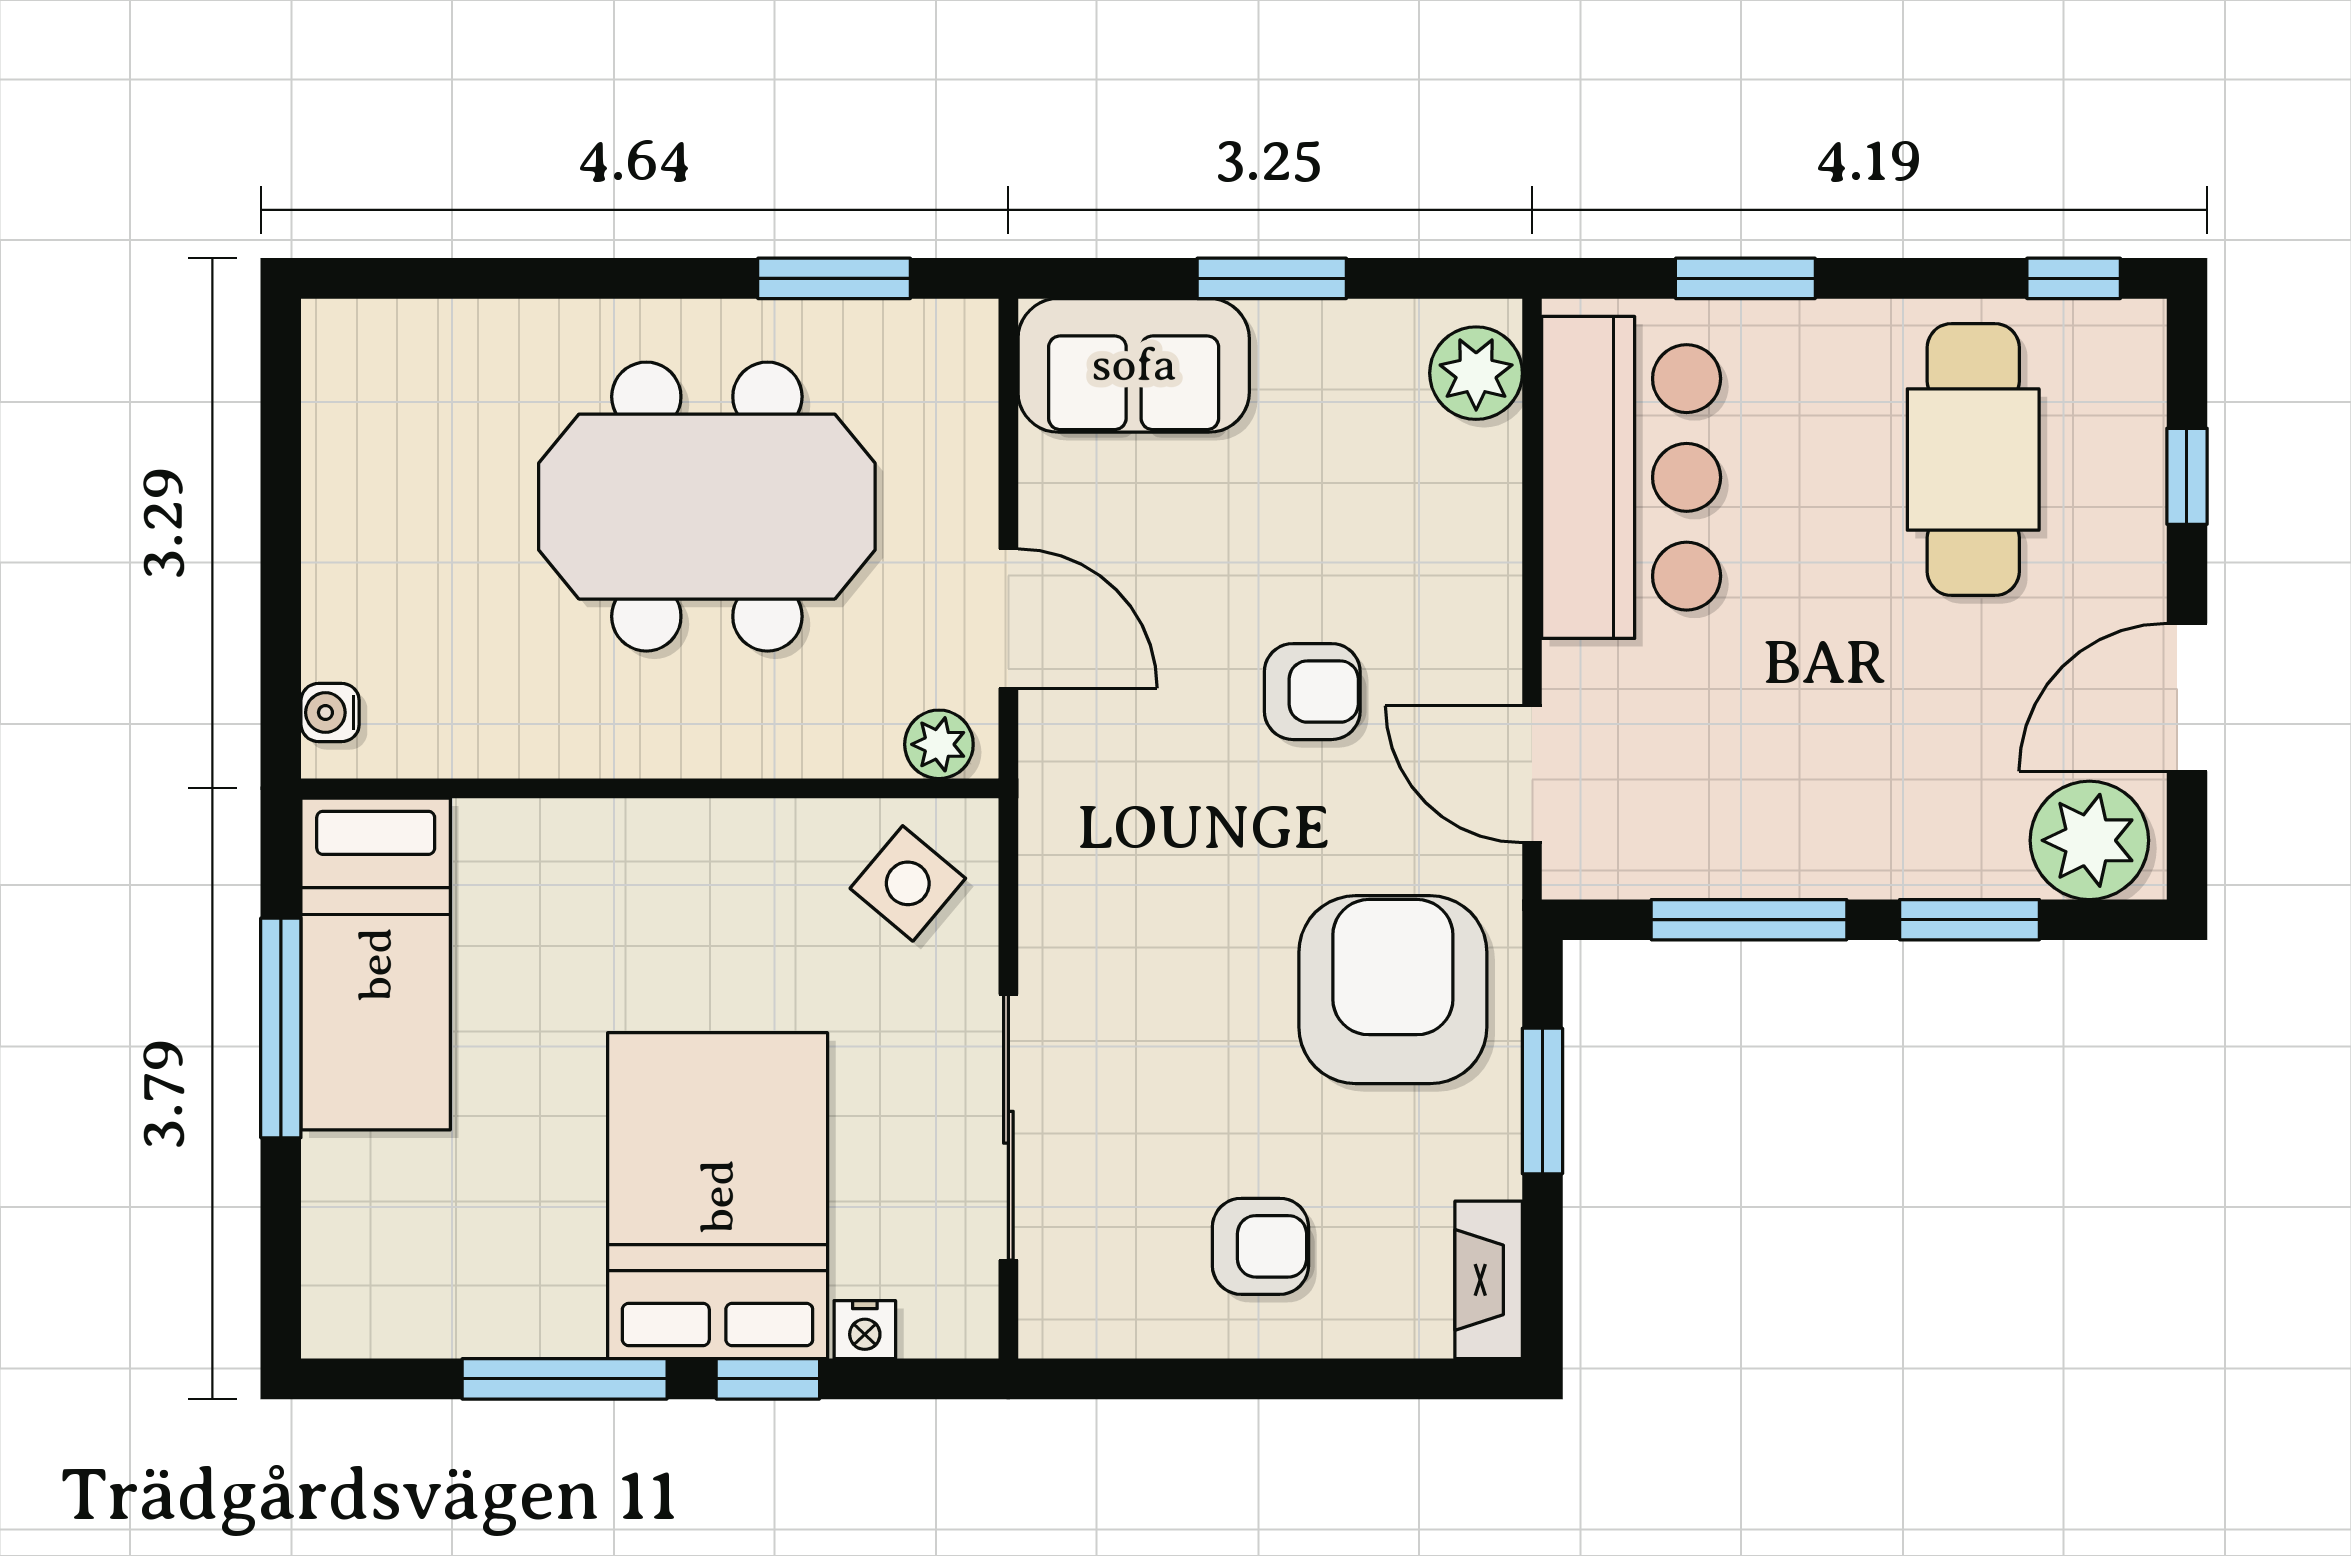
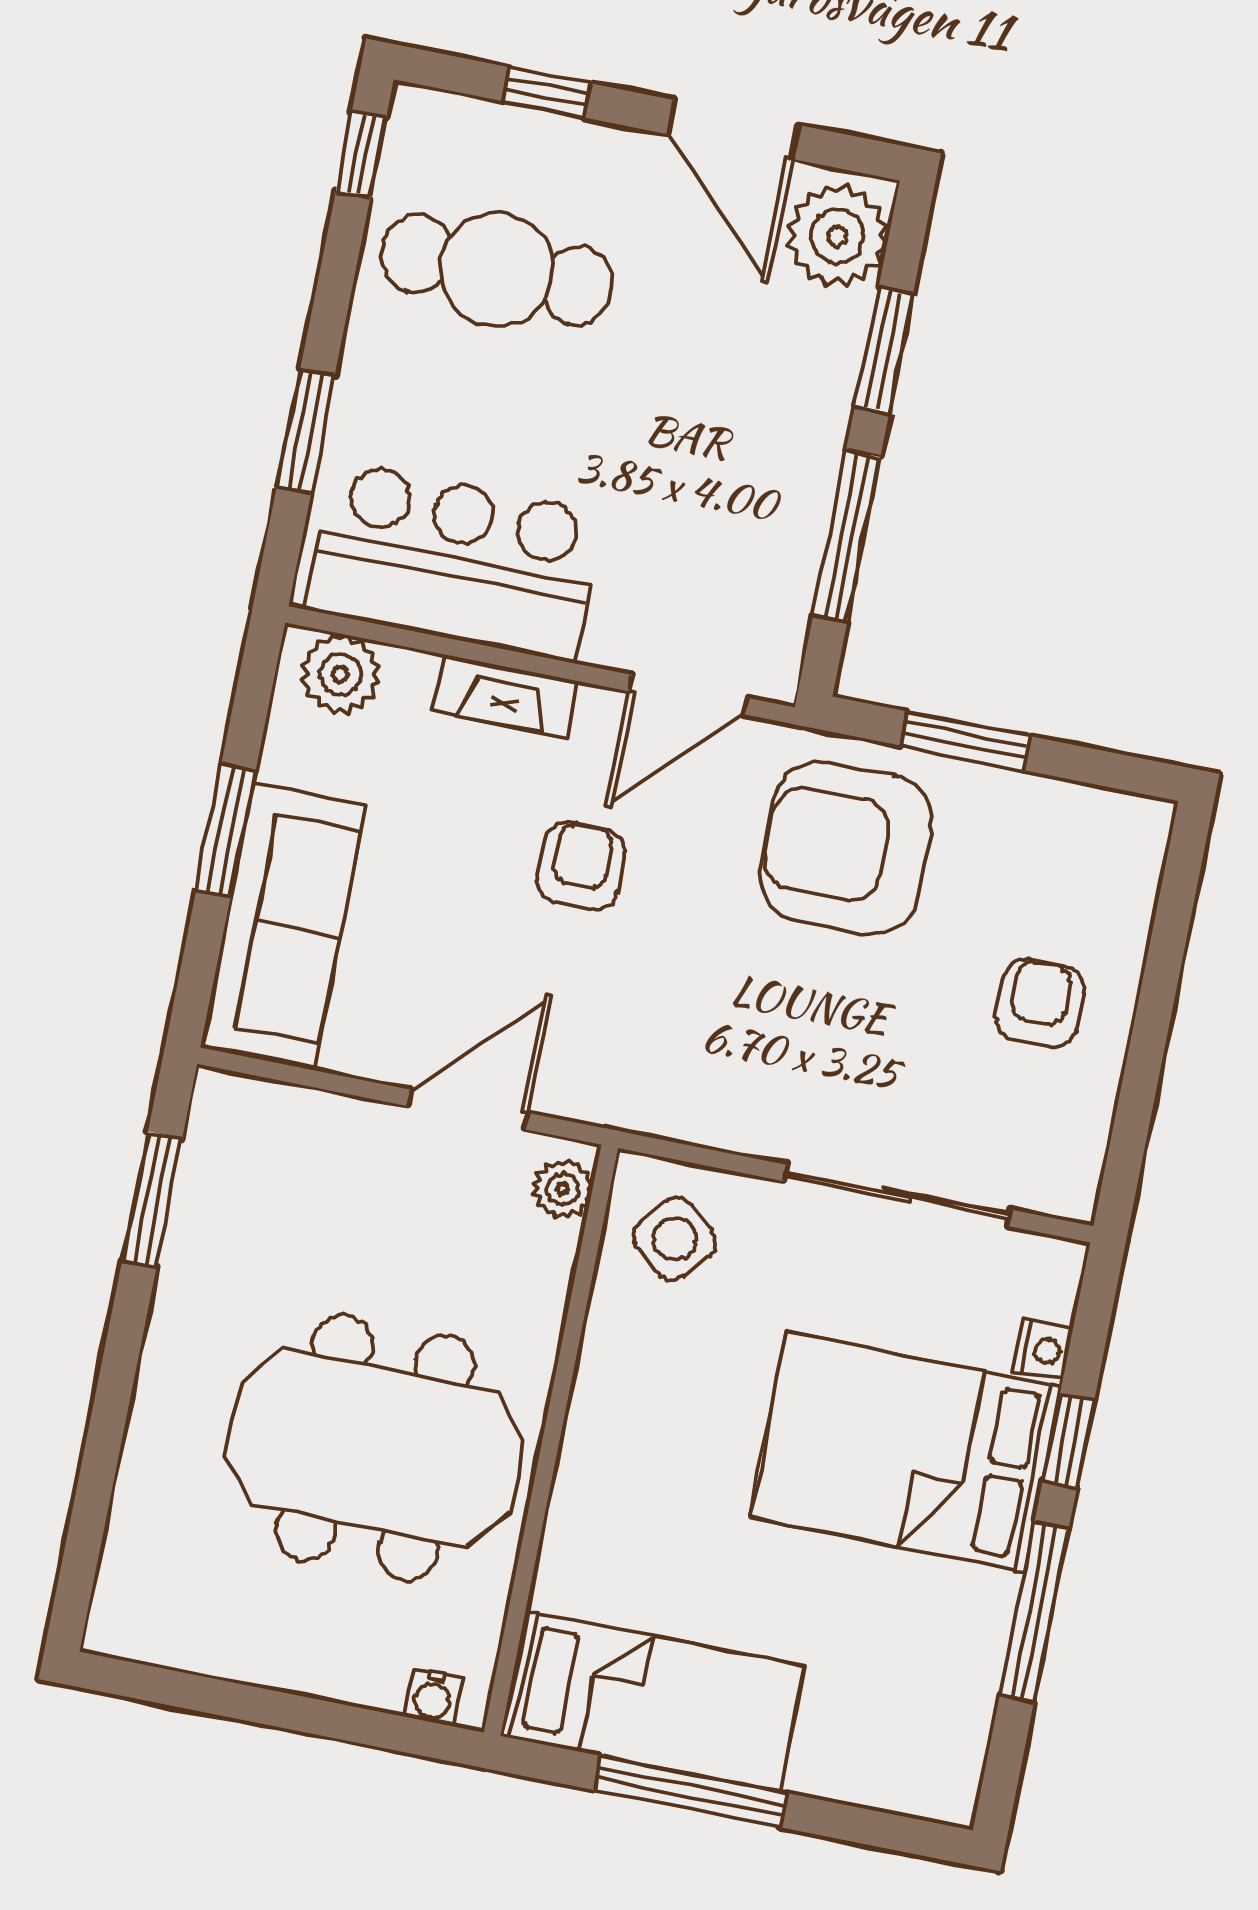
sofa: (1134, 365) -> (283, 926), width x1.36
meeting table: (707, 507) -> (375, 1448), moved, turned 90
fireplace: (1489, 1280) -> (505, 696), moved

